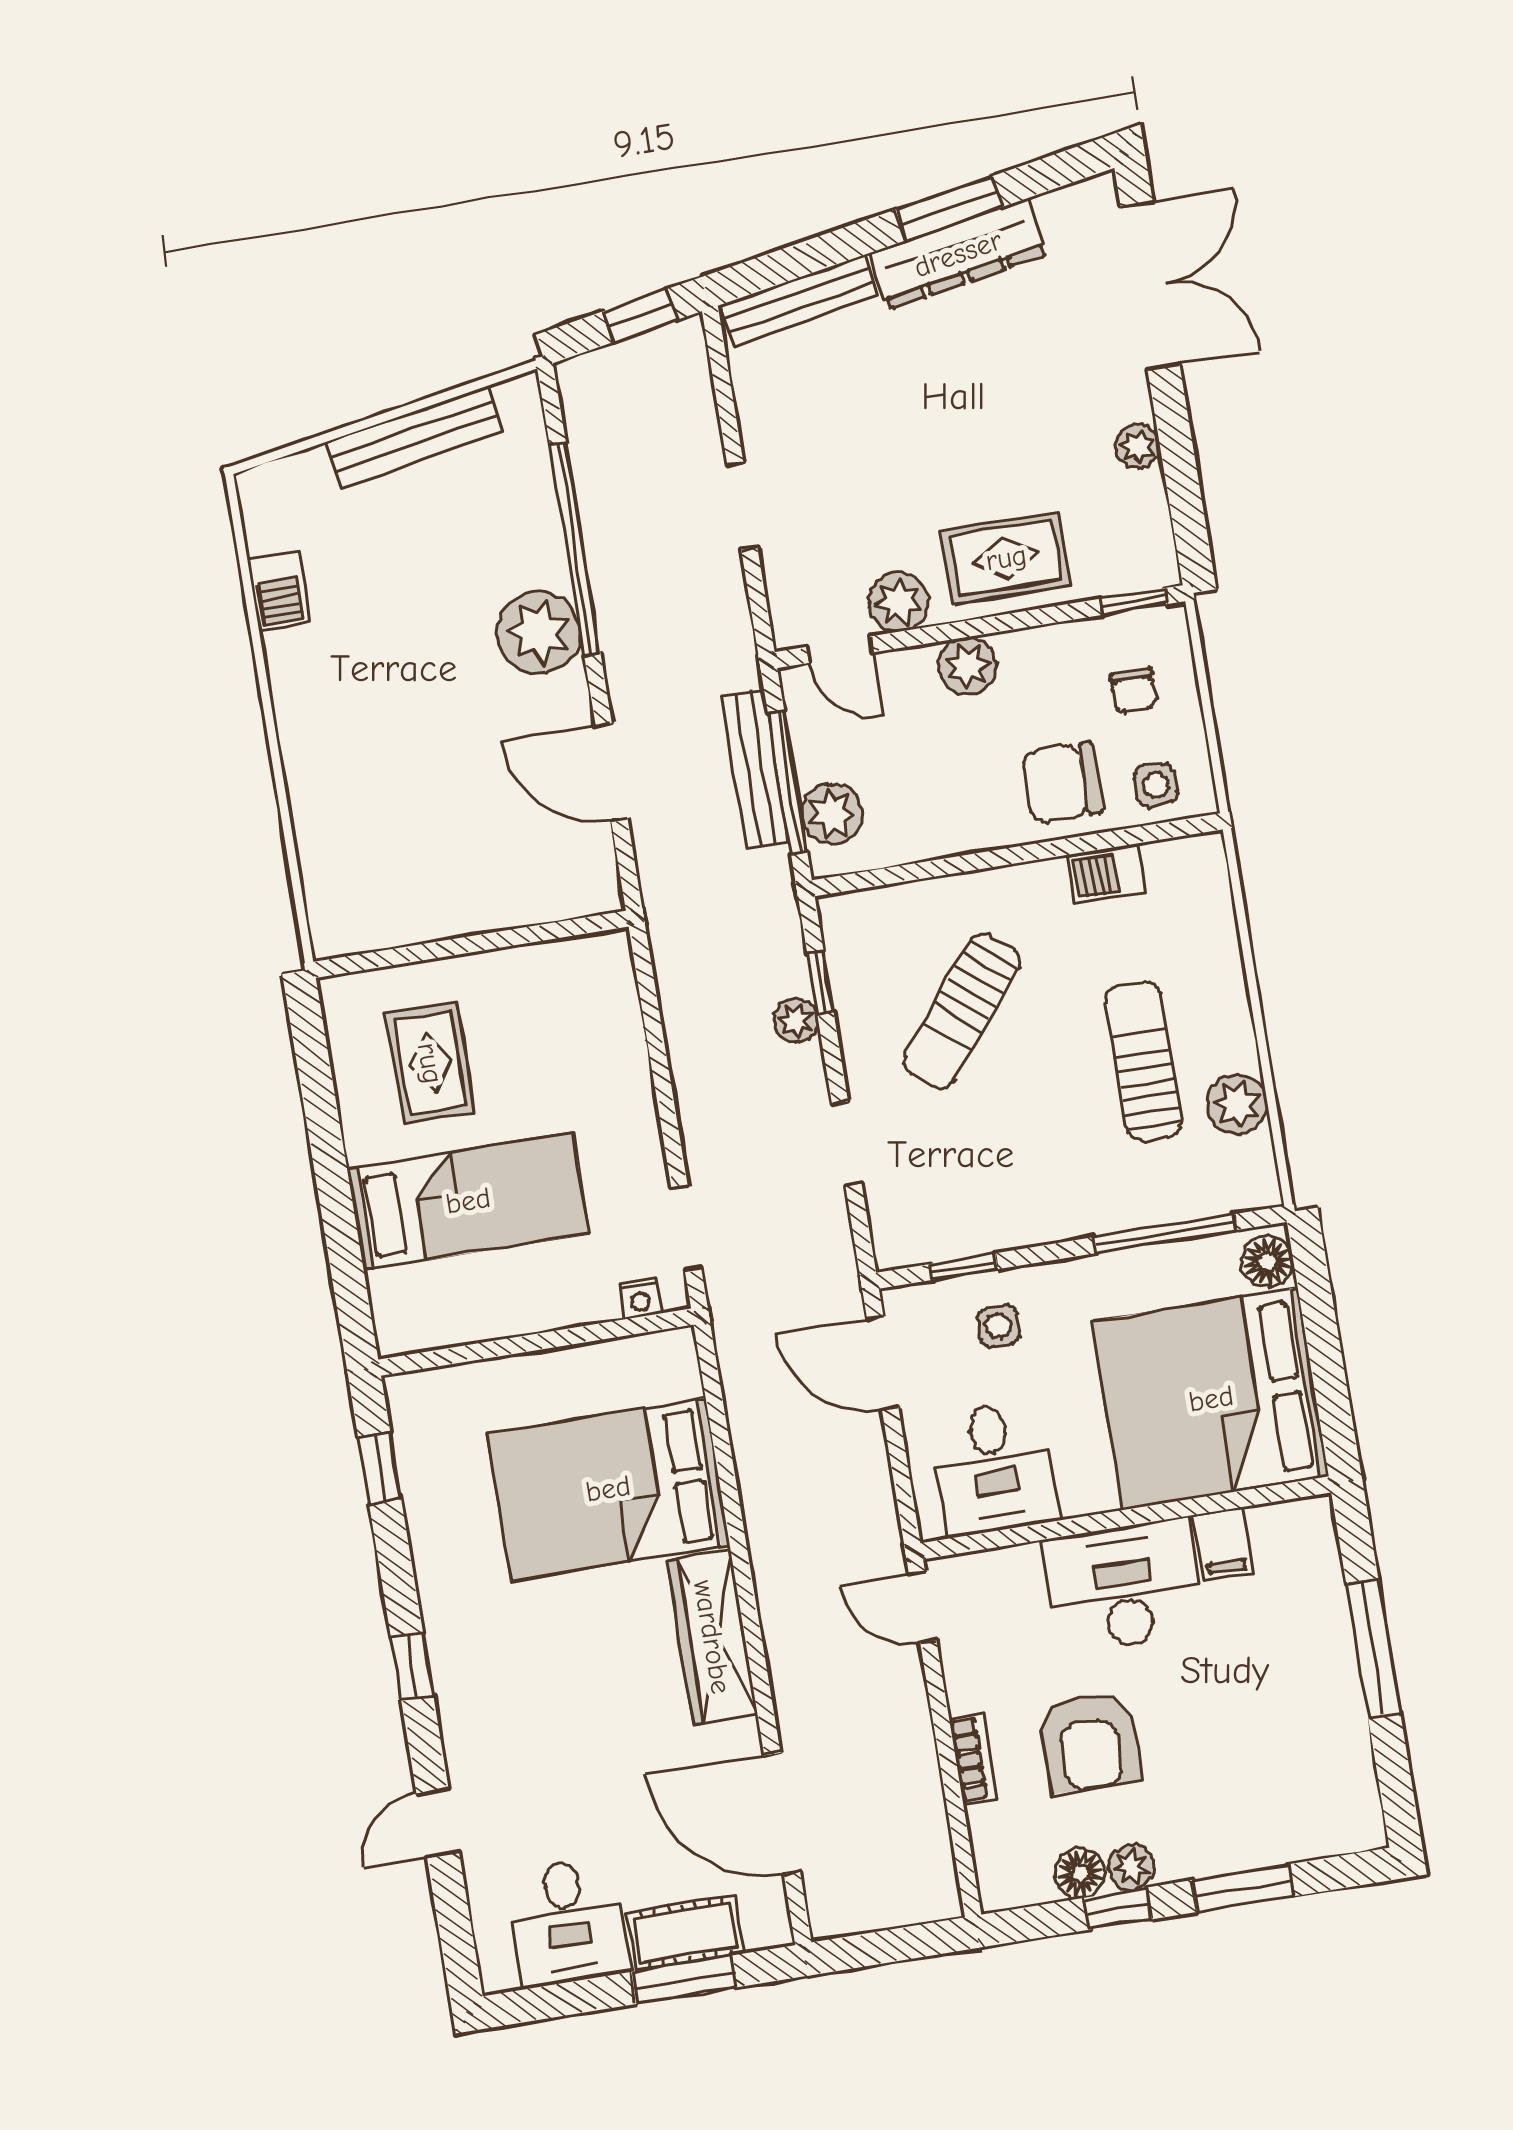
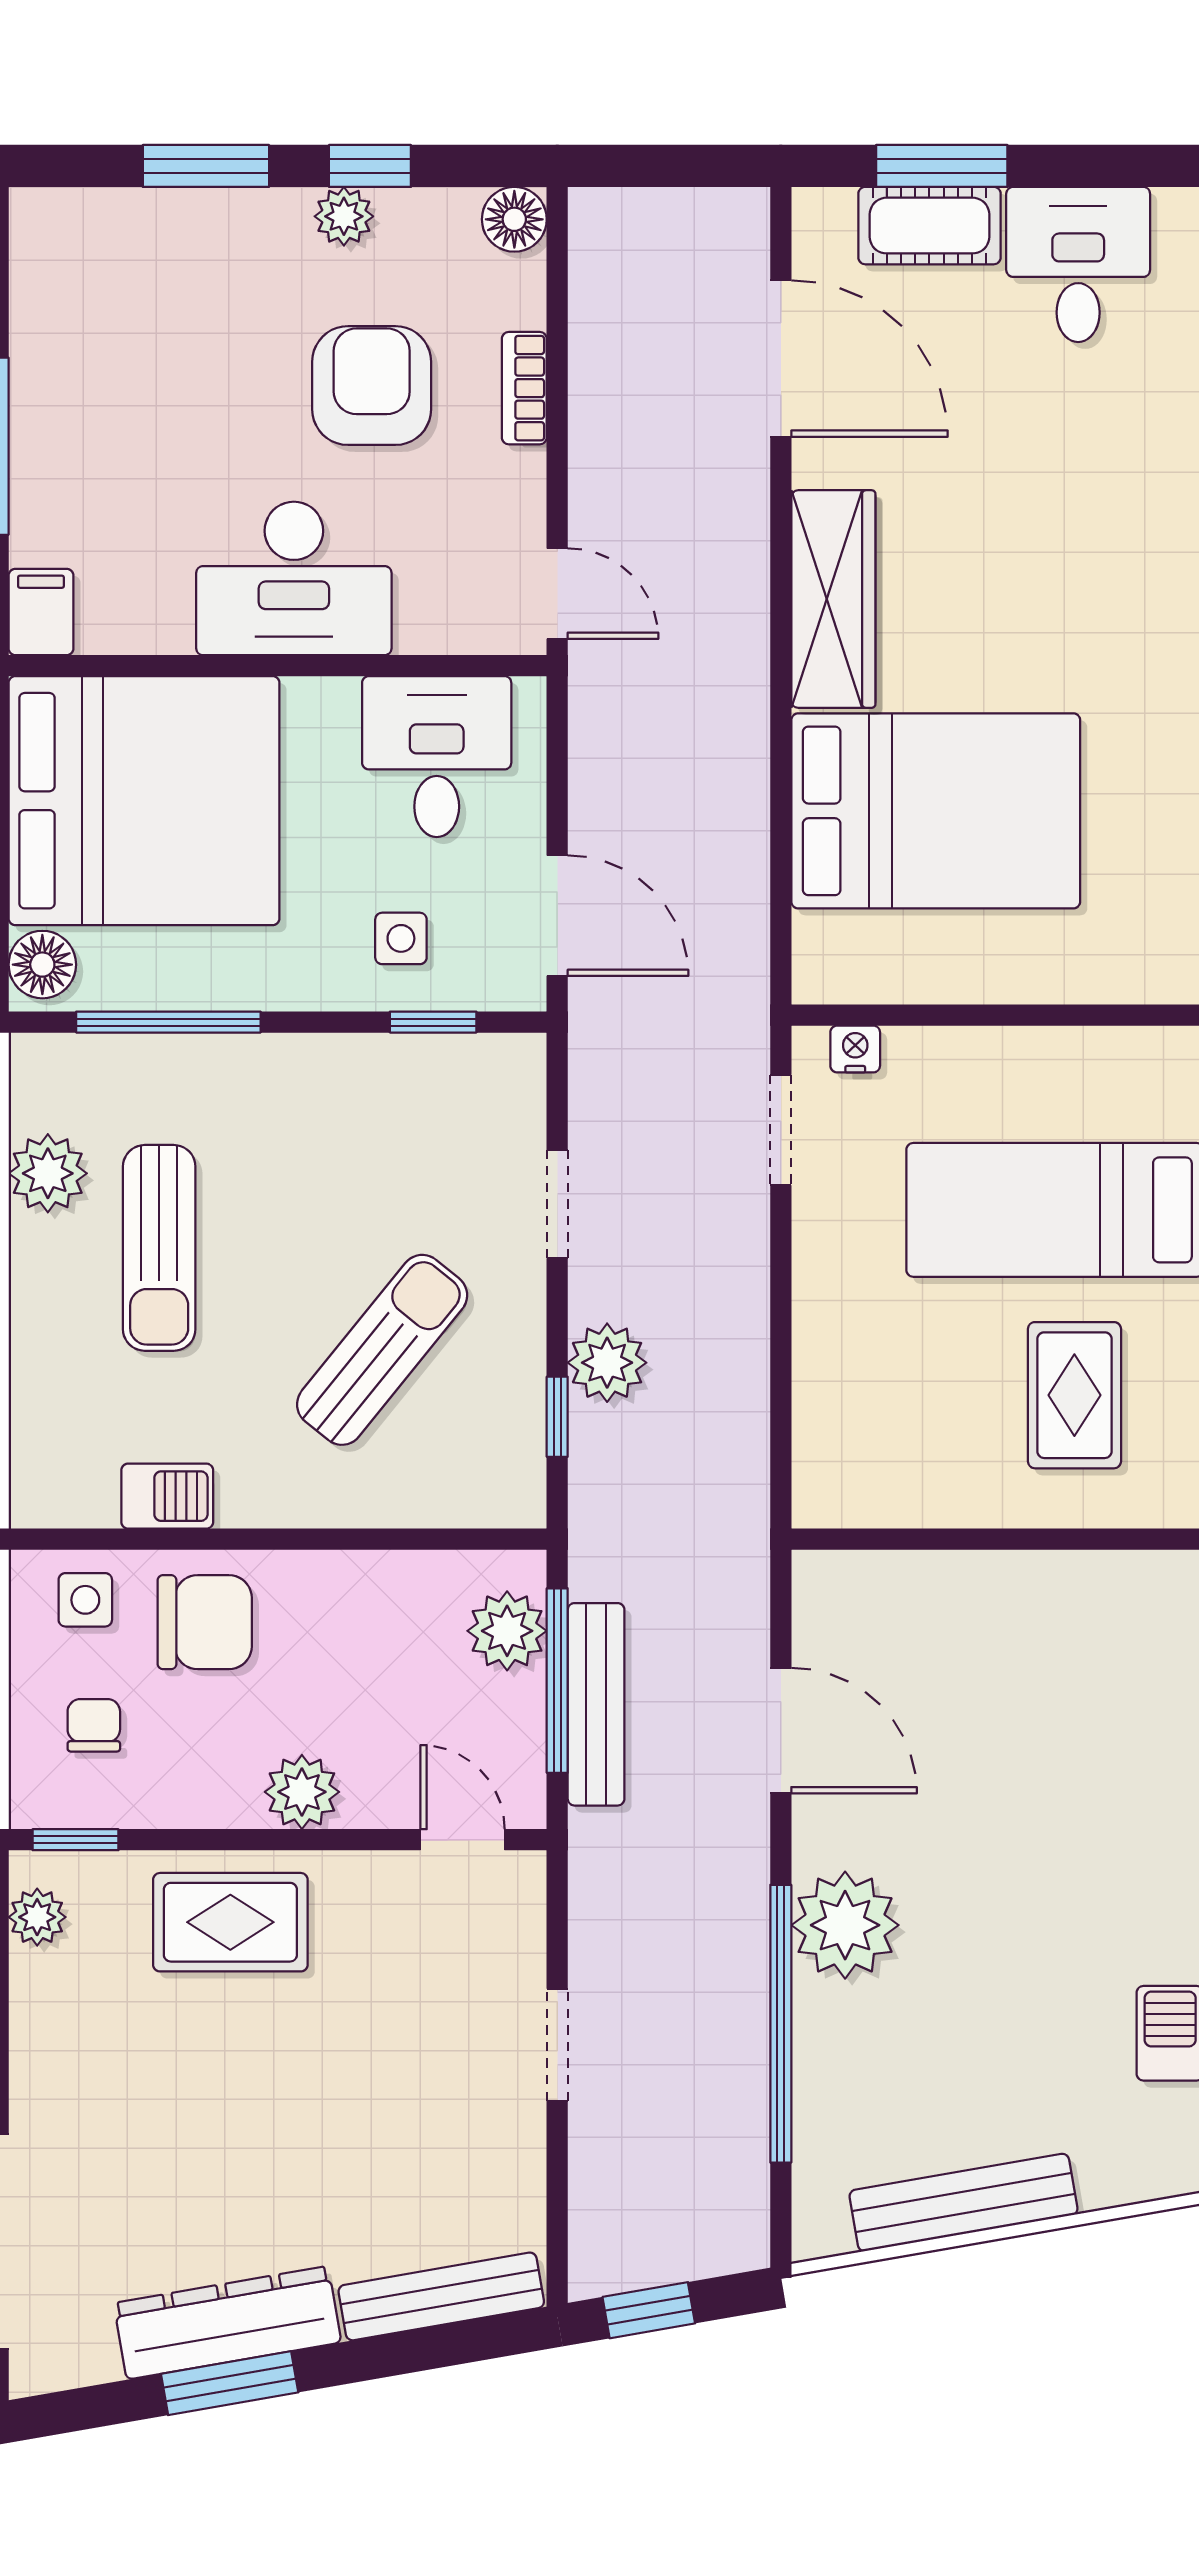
plant: (1138, 446) -> (37, 1917), moved
plant: (898, 602) -> (377, 1889), removed
plant: (796, 1020) -> (607, 1363), width x1.38, depth x1.38
filing cabinet: (1223, 1544) -> (41, 612), moved
floor lamp: (1080, 1873) -> (514, 219), moved

